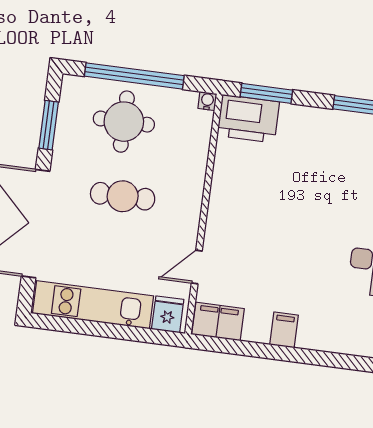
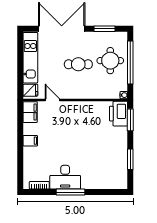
cafe table: (123, 196) -> (78, 64), turned 90

